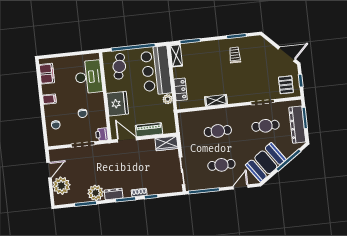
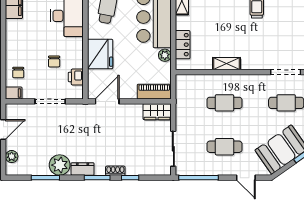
filing cabinet: (49, 99) -> (14, 93), moved
piano: (149, 130) -> (154, 92), moved
printer: (102, 134) -> (76, 77), moved
door: (127, 140) -> (107, 101), hinge flipped
plant: (61, 186) -> (12, 157), width x0.53, depth x0.53
door: (241, 187) -> (246, 178), swing flipped

